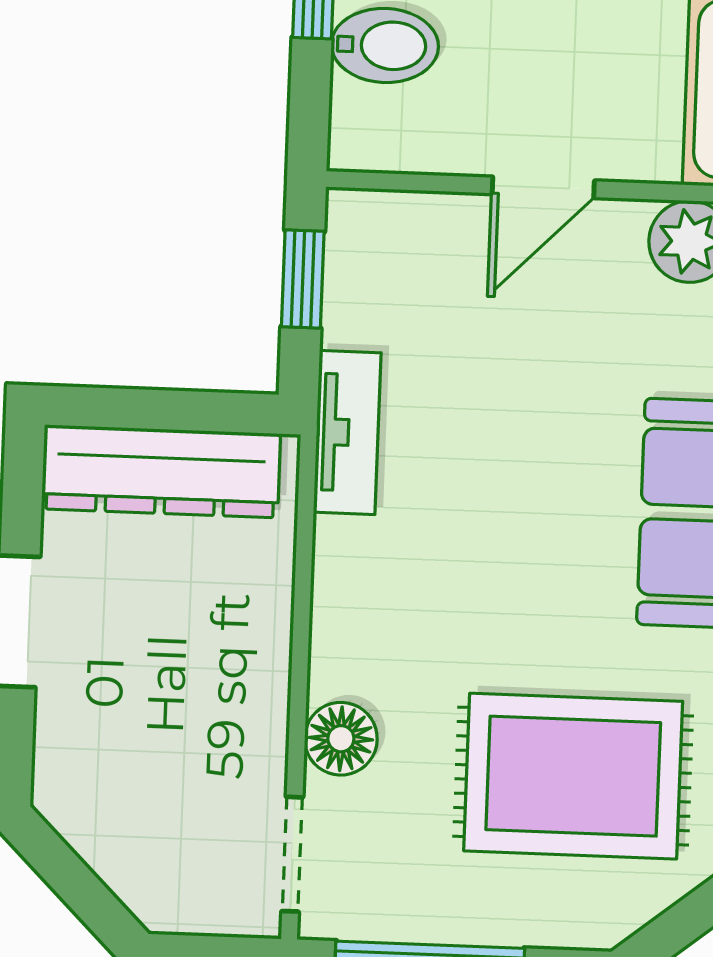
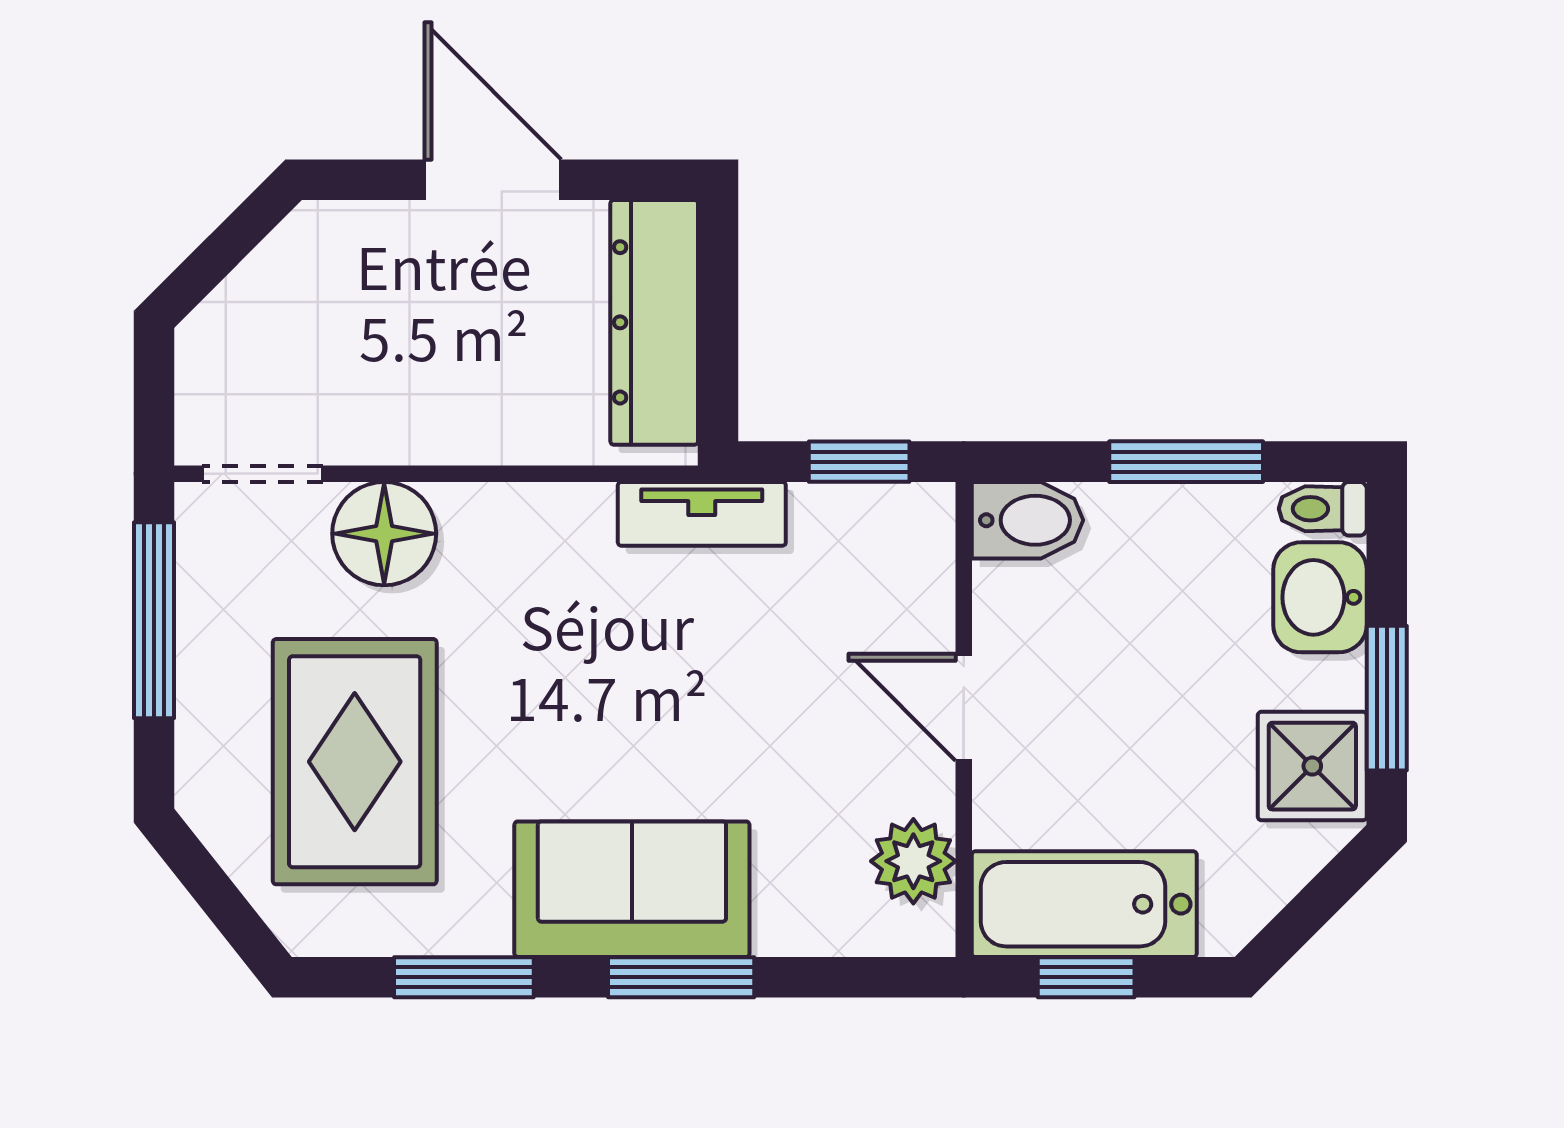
bidet: (385, 45) -> (1027, 520), moved, turned -90
floor lamp: (341, 739) -> (384, 534), width x1.38, depth x1.38

